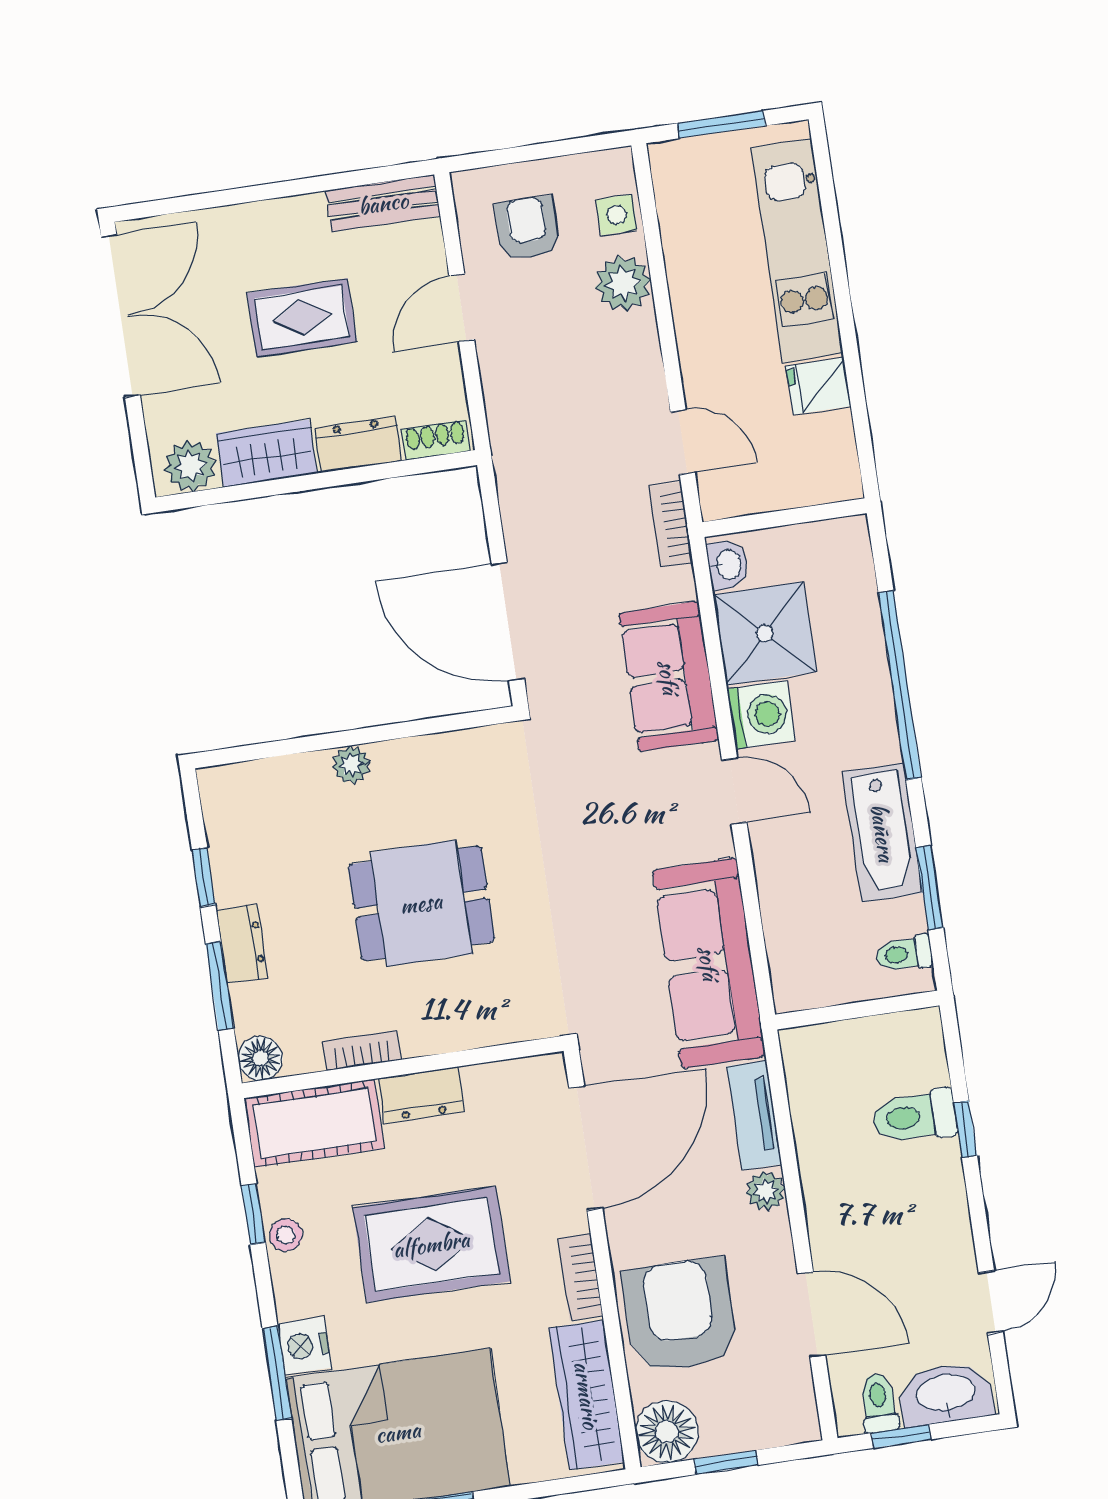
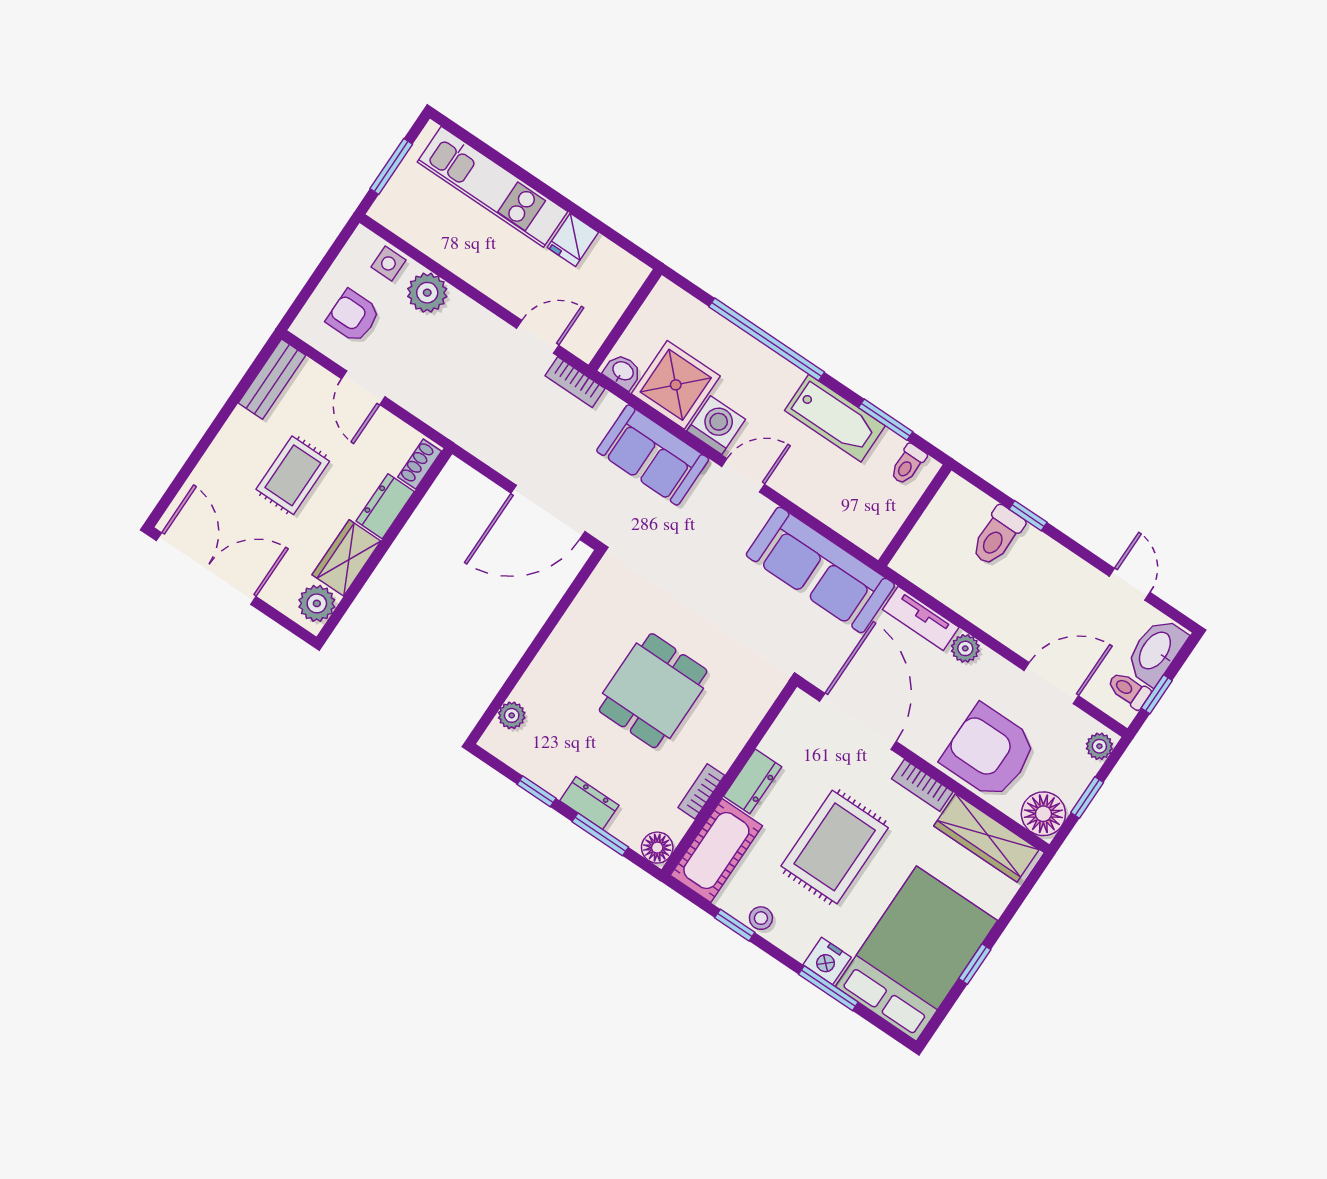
plant: (351, 765) -> (512, 715), moved
plant: (791, 1426) -> (1099, 746), added

